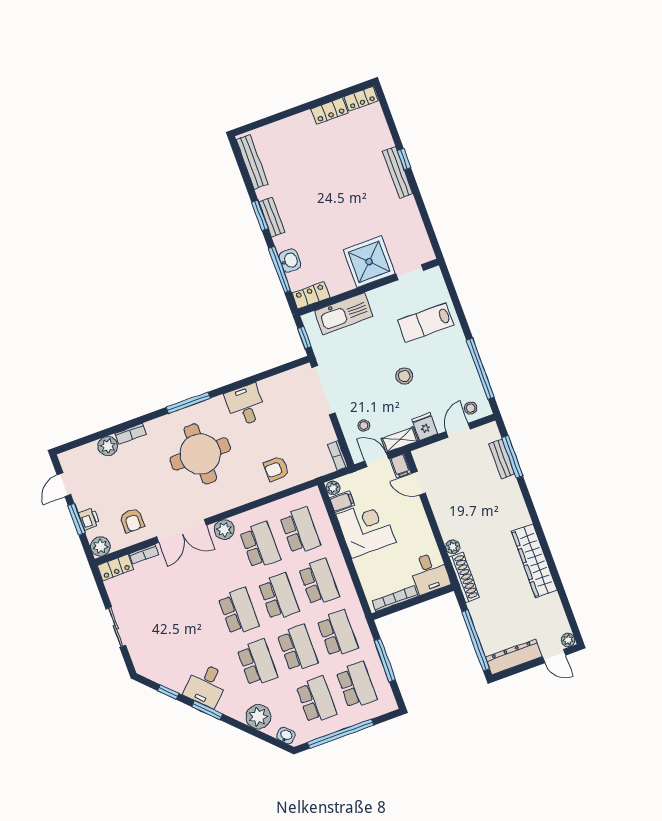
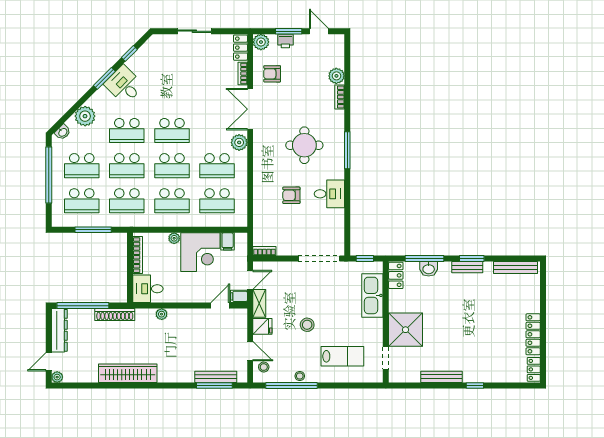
locker: (330, 111) -> (533, 334), width x1.53
bench: (398, 172) -> (442, 377), moved
lab bench: (426, 323) -> (342, 356), turned 90
stool: (364, 426) -> (300, 376), moved
round table: (200, 454) -> (304, 145), width x0.73, depth x0.73
bench: (502, 459) -> (216, 377), width x1.36
armchair: (276, 469) -> (291, 195), moved, turned -90
plant: (333, 488) -> (174, 238), moved
shoe rack: (464, 577) -> (115, 315), moved

